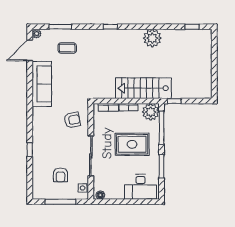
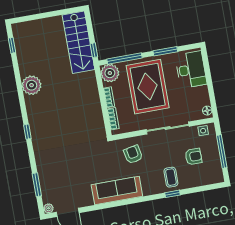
coffee table: (67, 48) -> (171, 177), moved
sofa: (42, 84) -> (117, 191), moved
stairs: (143, 88) -> (78, 42), moved
rug: (132, 144) -> (148, 87), width x1.37, depth x1.44

